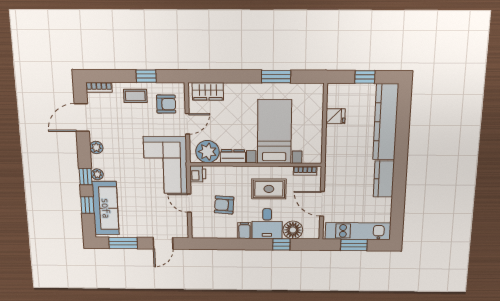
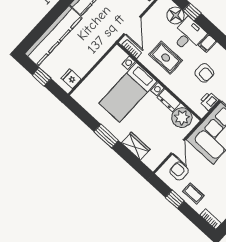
window: (276, 77) -> (106, 136), moved
wardrobe: (208, 91) -> (136, 146), moved
fridge: (335, 116) -> (71, 79), moved
door: (187, 124) -> (178, 147), swing flipped
printer: (198, 174) -> (209, 101), moved
door: (322, 204) -> (132, 26), moved

